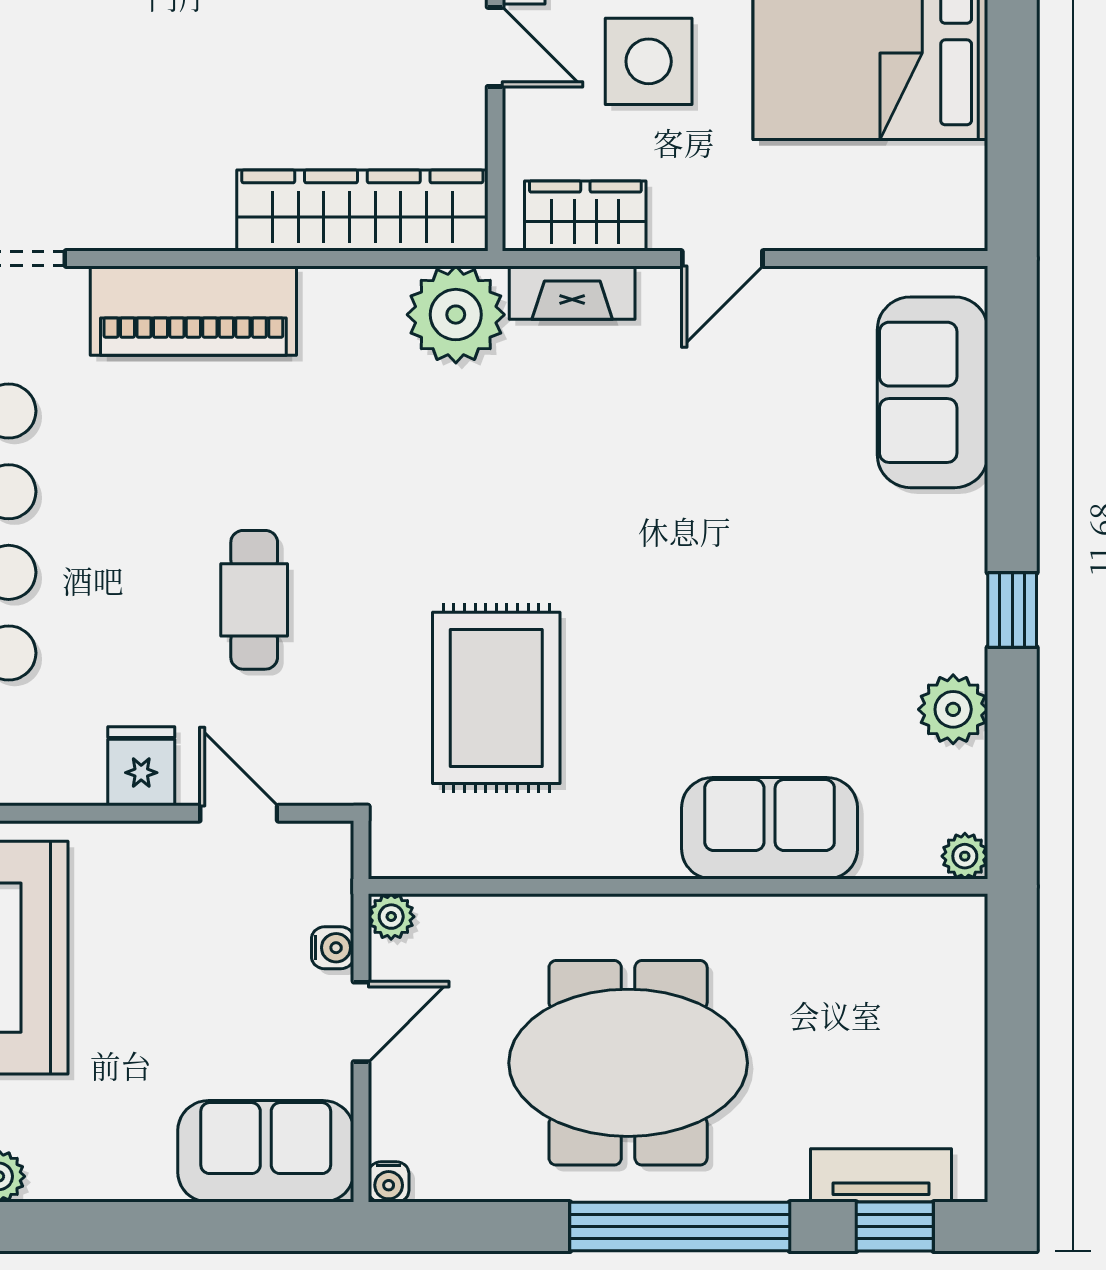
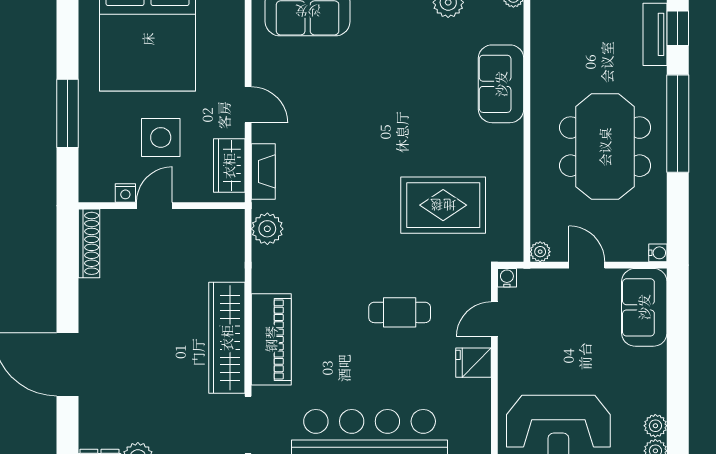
wardrobe: (362, 211) -> (227, 338), moved
plant: (456, 315) -> (267, 229), width x0.73, depth x0.73
water cooler: (333, 948) -> (507, 278), moved

